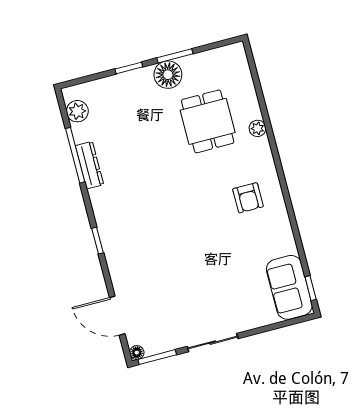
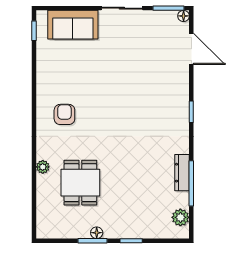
floor lamp: (168, 75) -> (97, 233), width x0.53, depth x0.53
sofa: (289, 287) -> (73, 25), moved, turned 90

